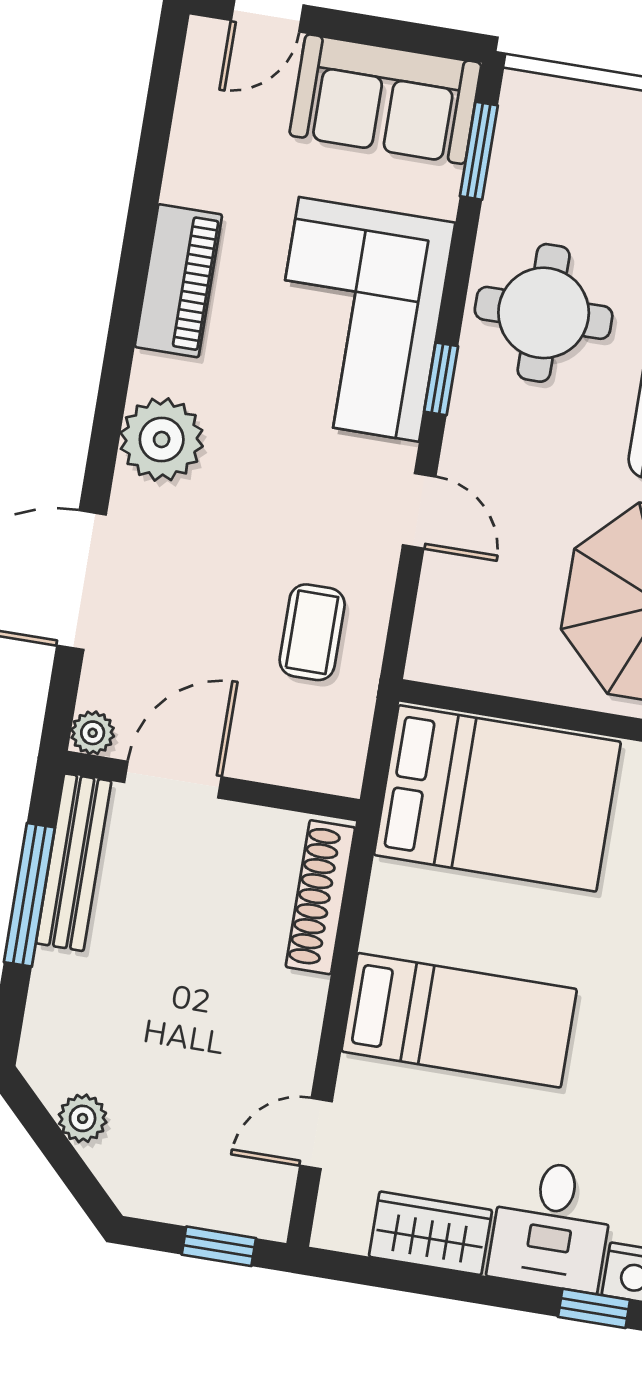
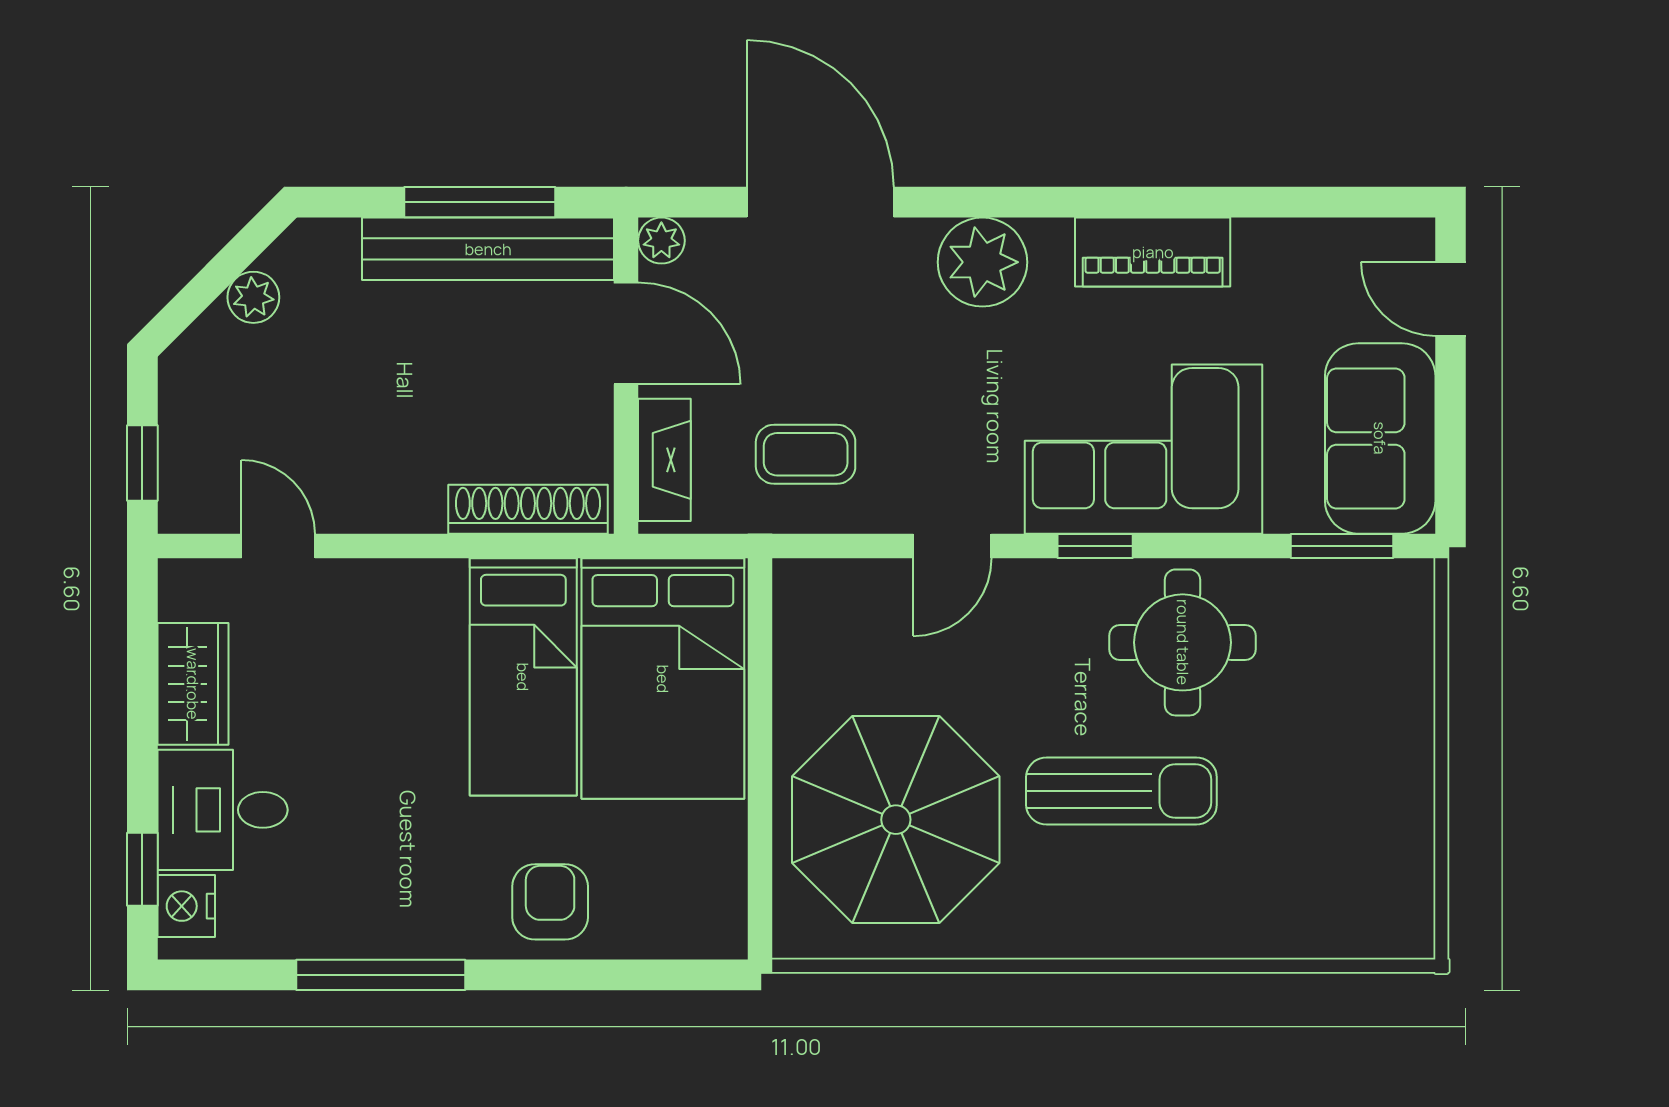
fireplace: (296, 764) -> (664, 460), added
bench: (74, 862) -> (488, 249), width x1.37, depth x1.21
bed: (459, 1020) -> (523, 677), moved

